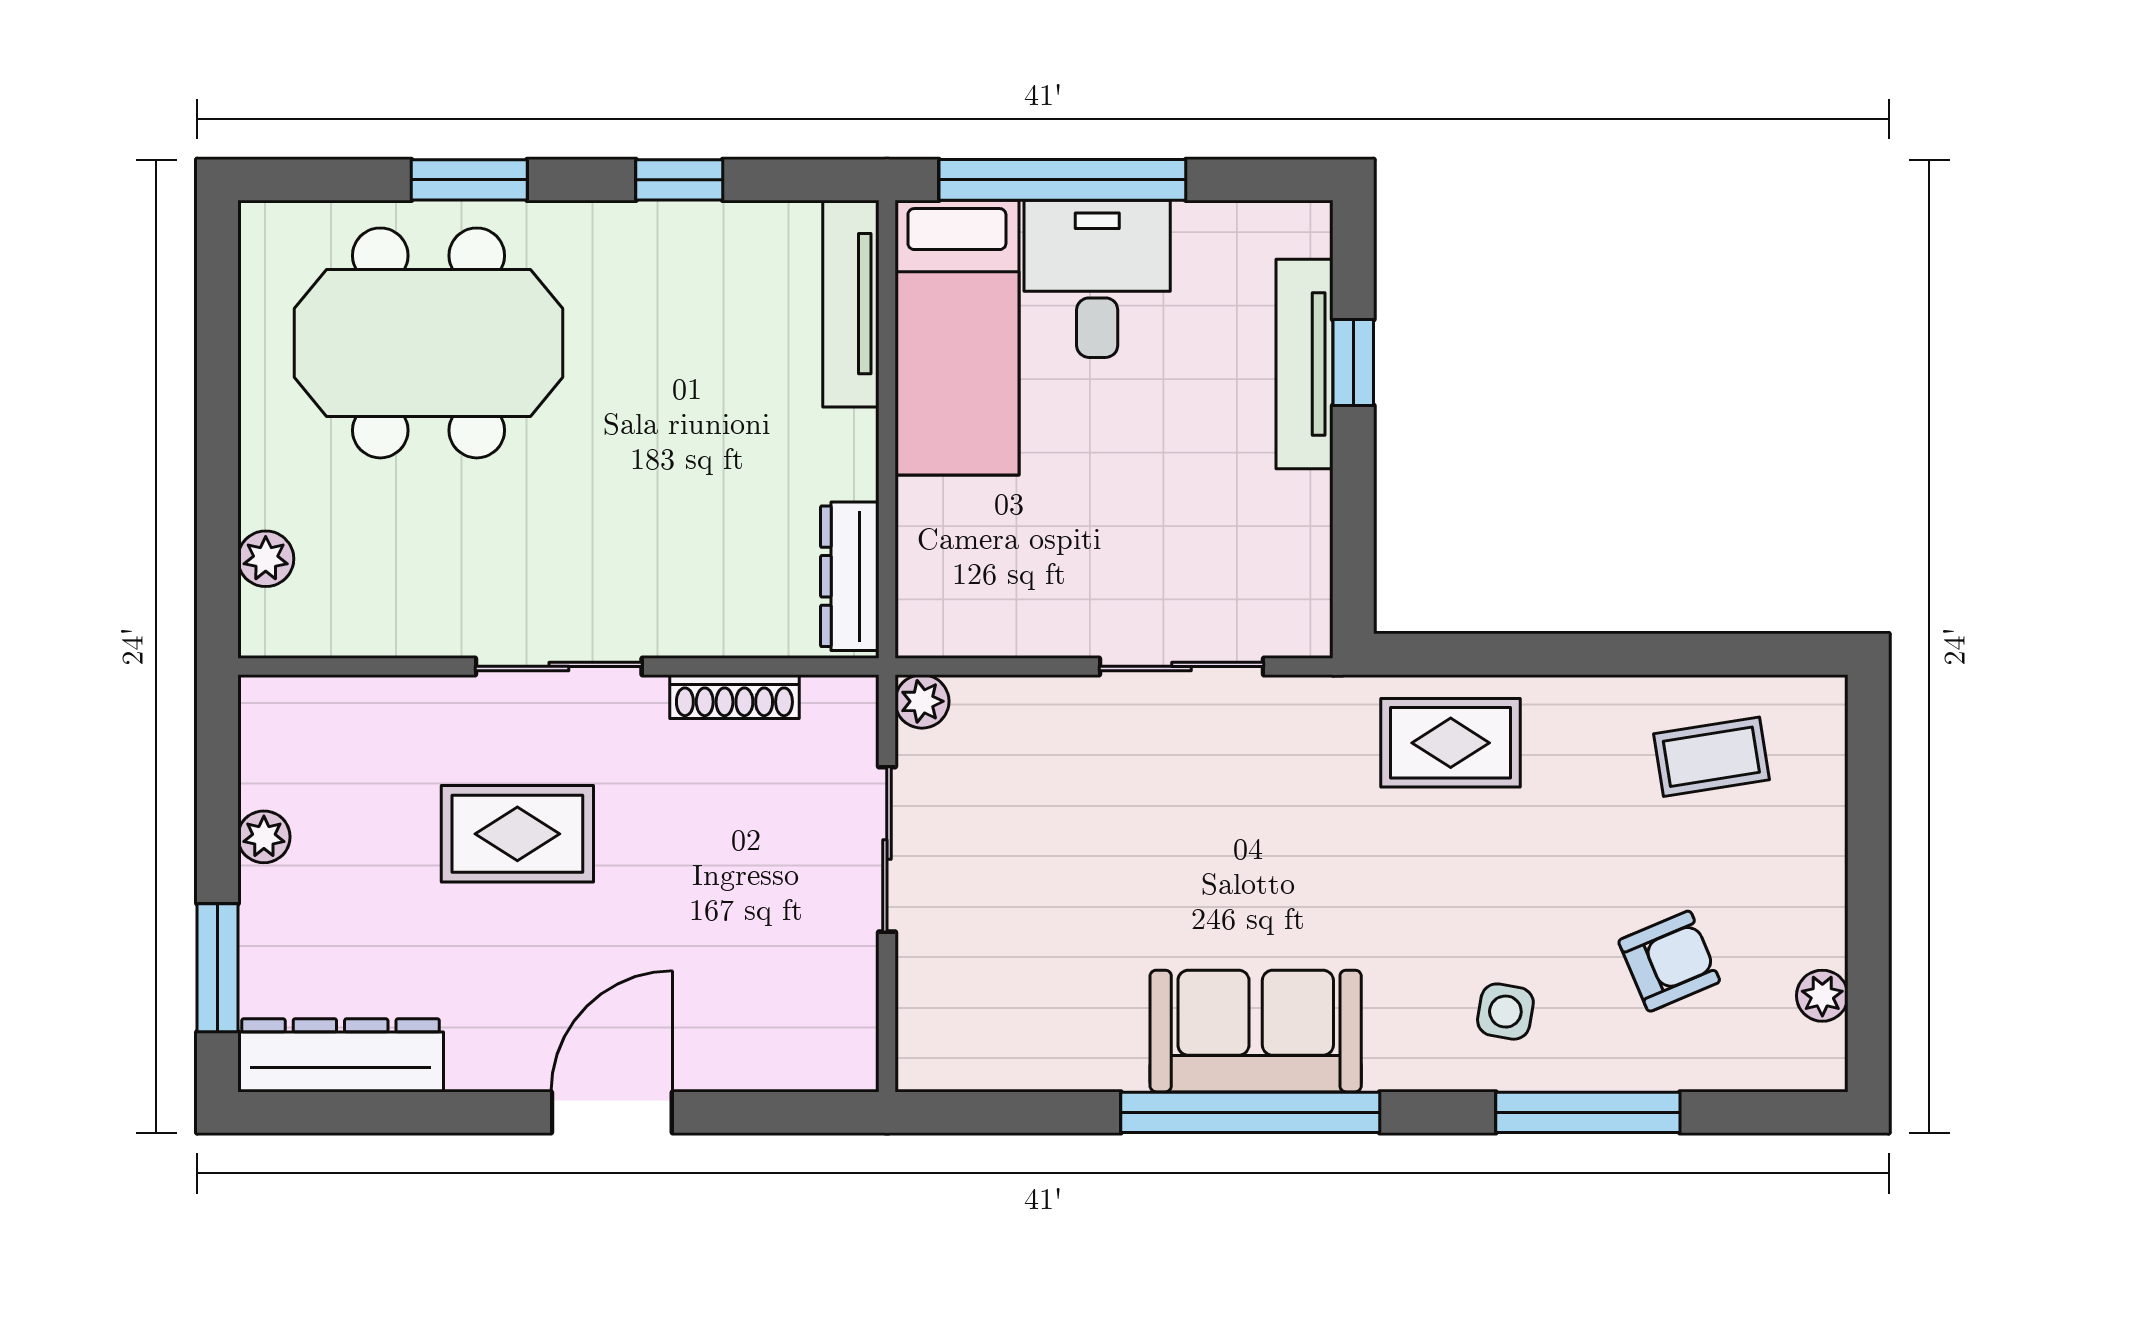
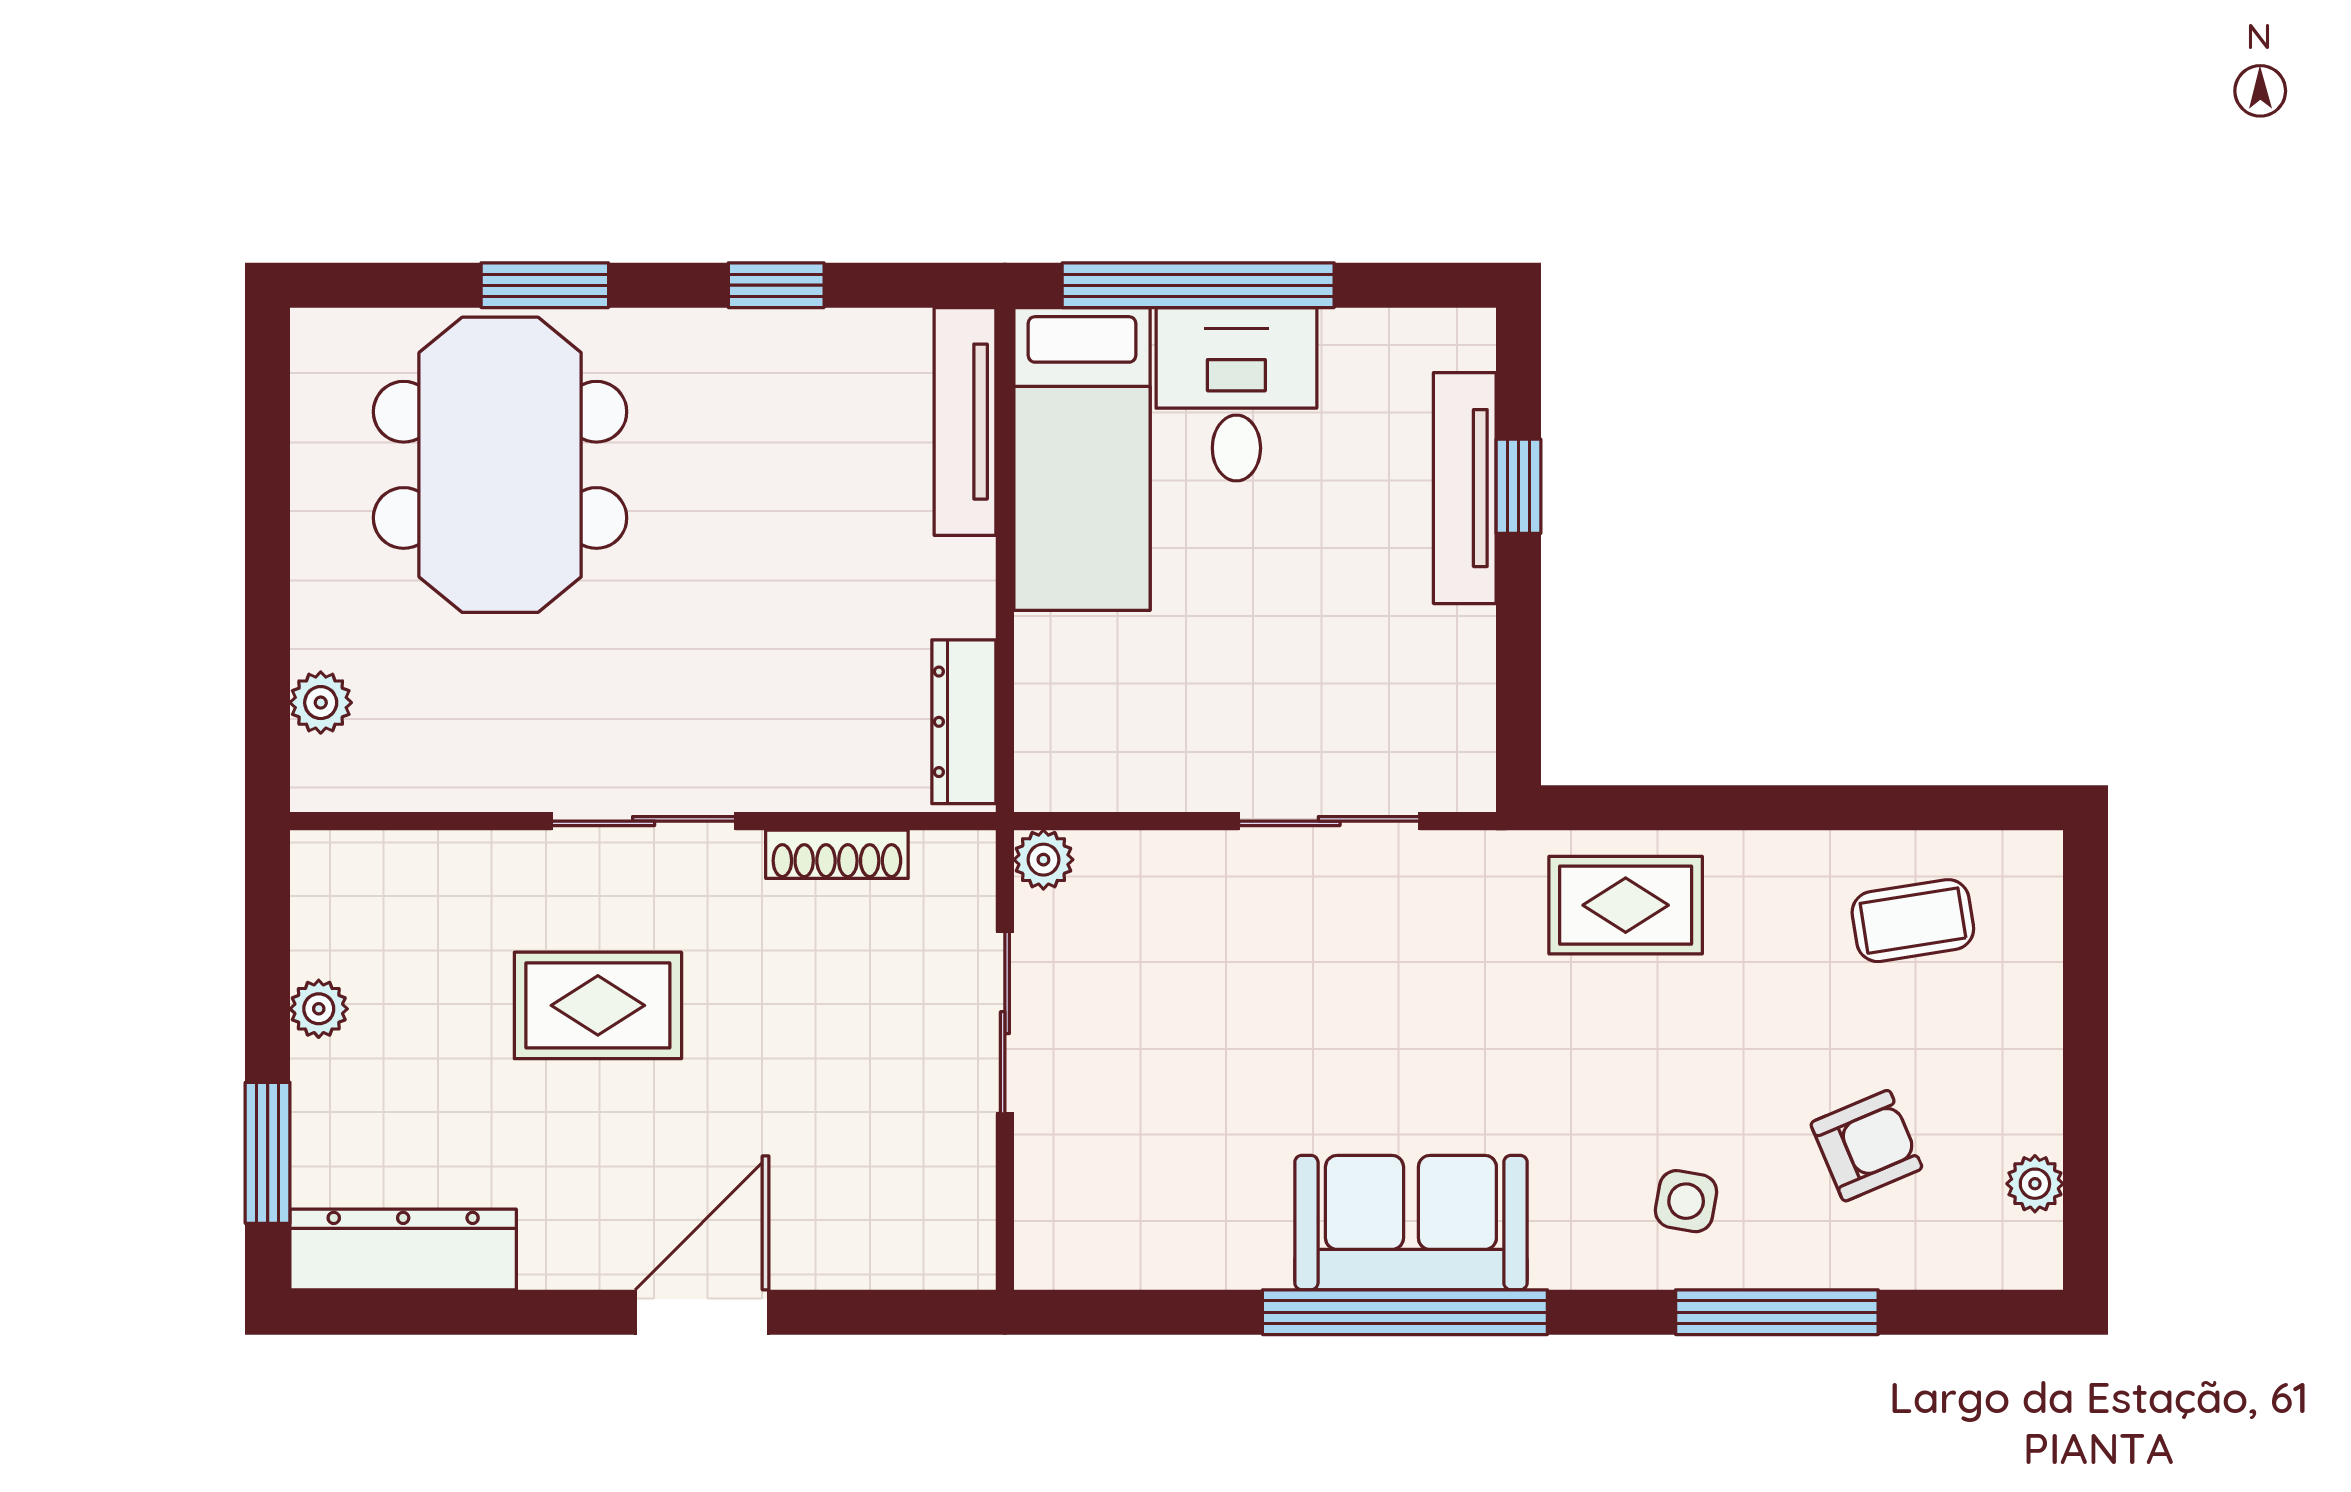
meeting table: (429, 343) -> (500, 465), turned 90

